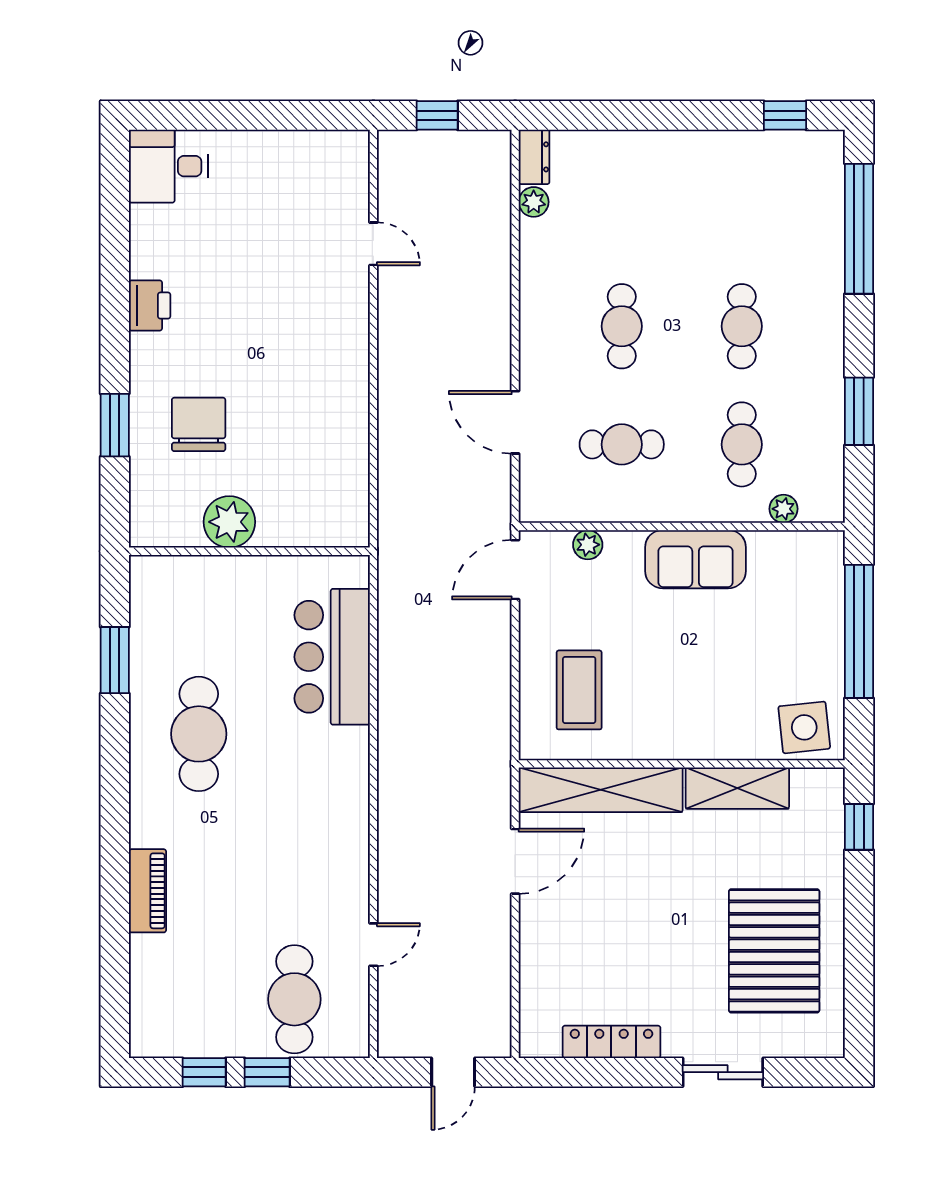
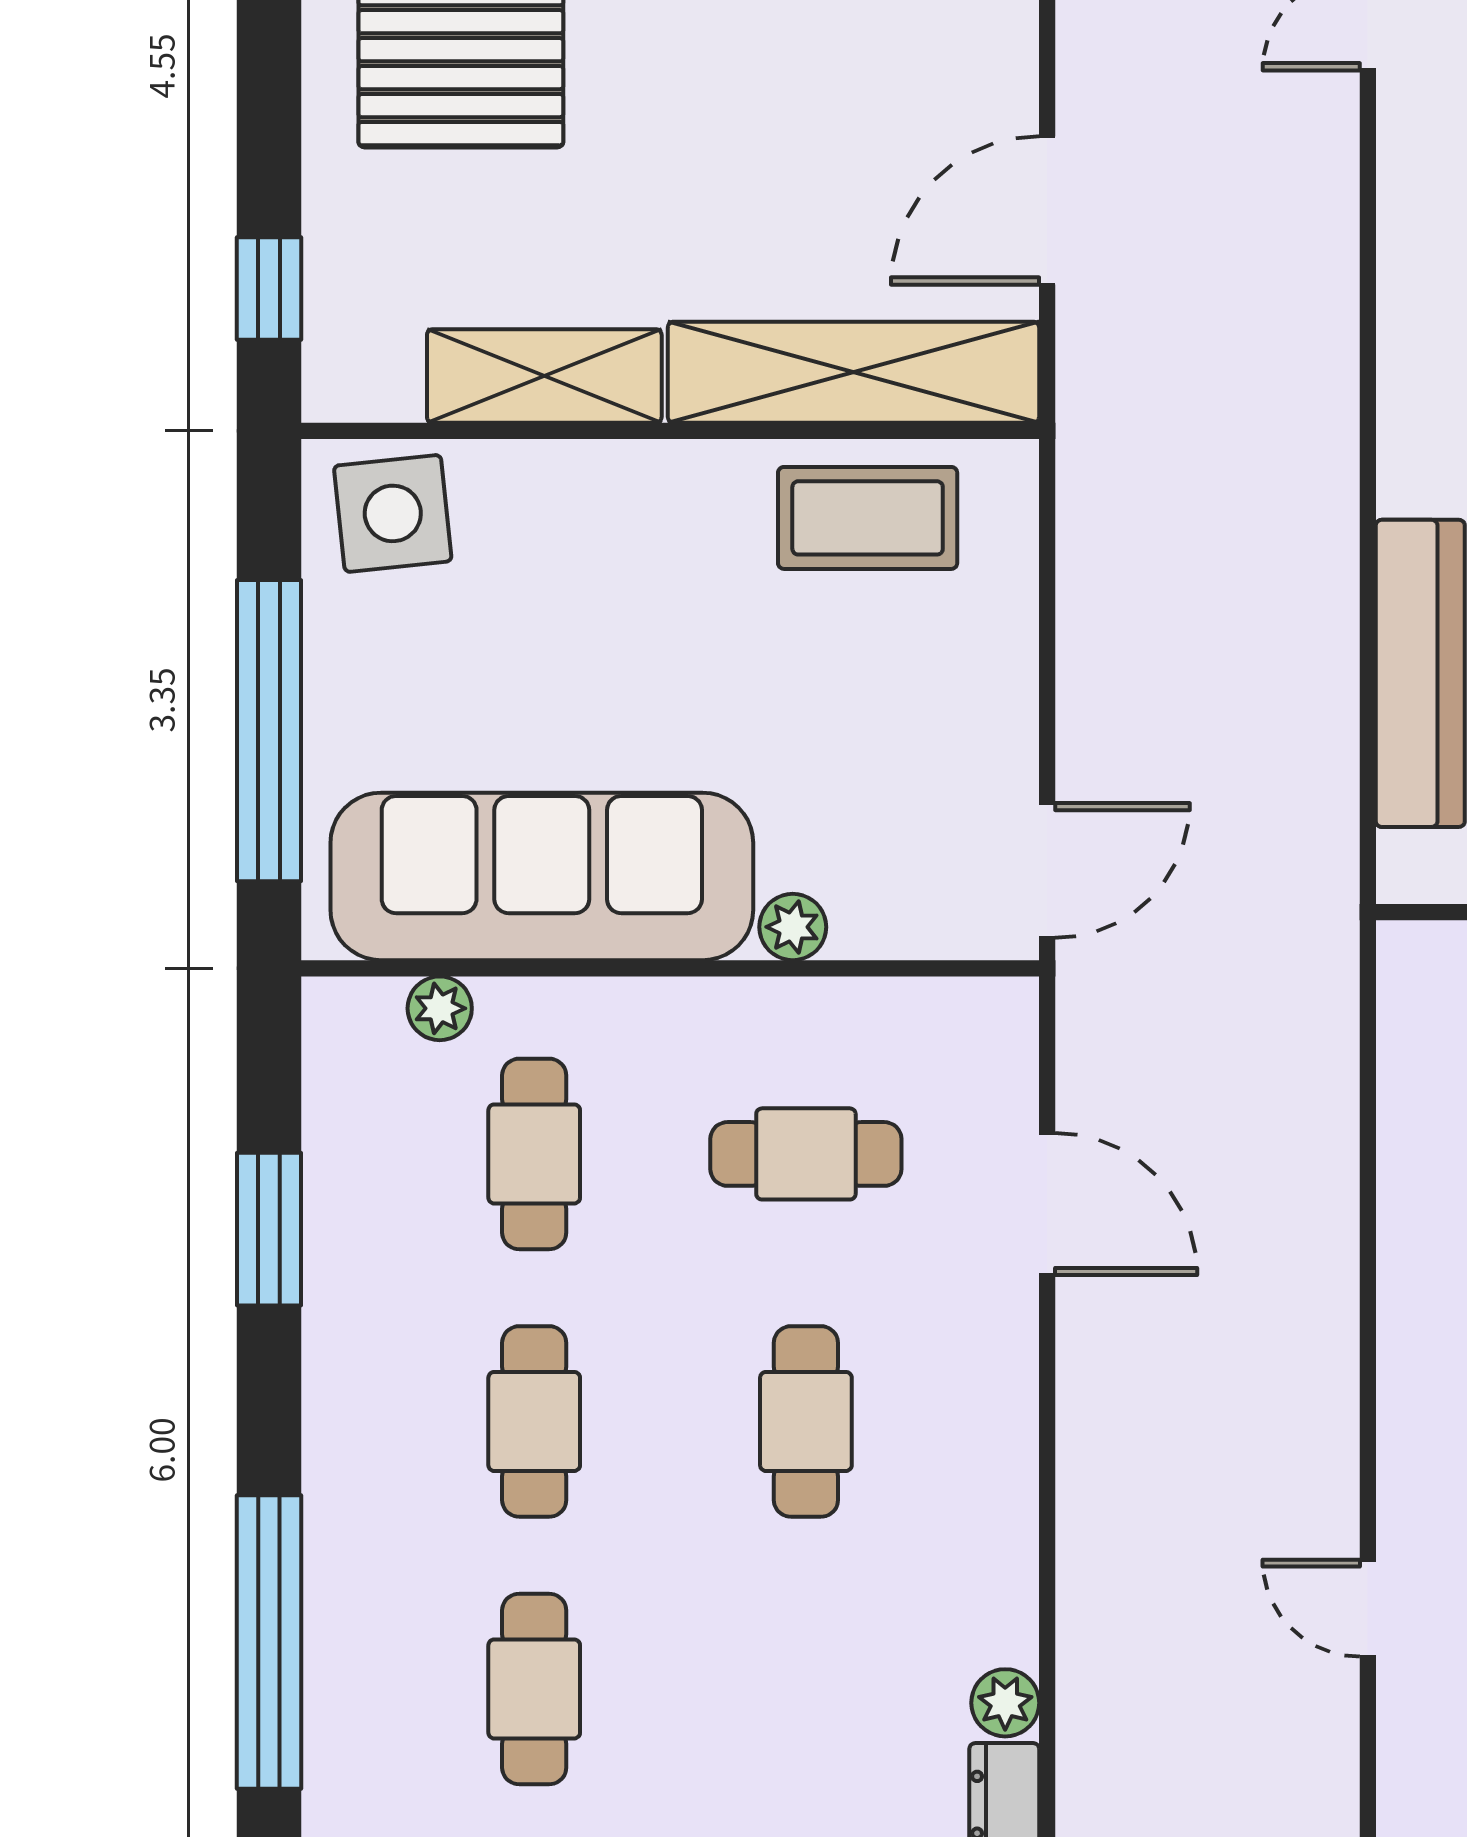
cafe table: (742, 208) -> (534, 1689), added
plant: (588, 545) -> (793, 927), moved
sofa: (696, 559) -> (542, 876), width x1.85, depth x1.27
coffee table: (579, 690) -> (868, 518), moved, turned 90

